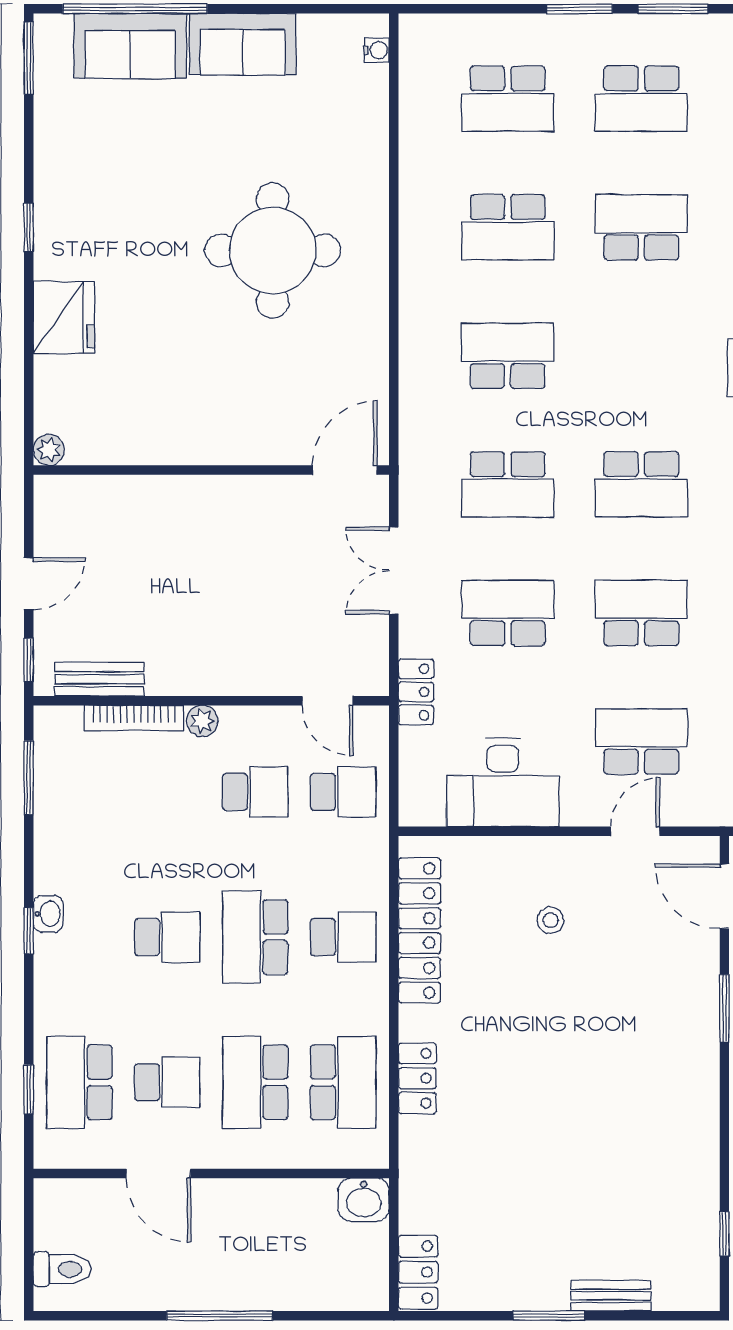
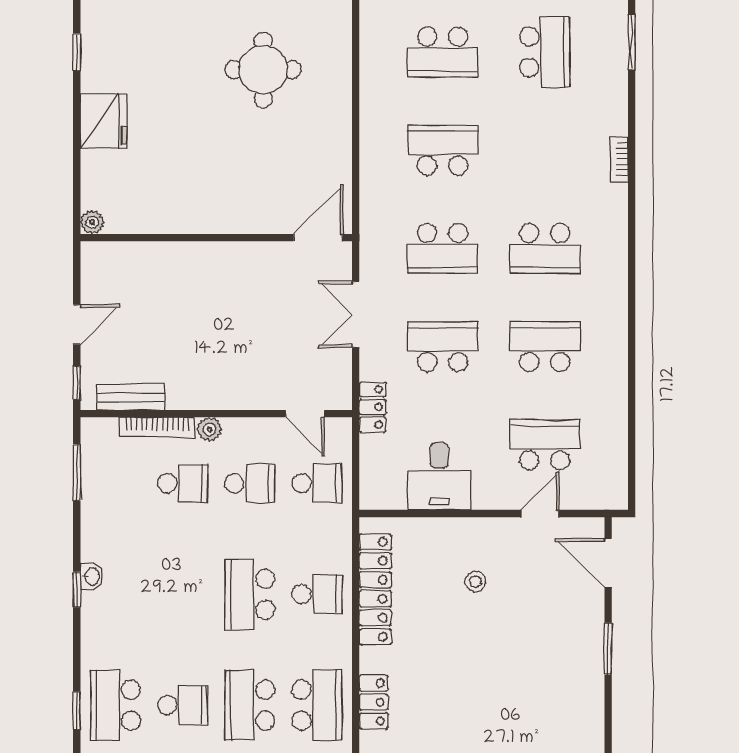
school desk: (641, 227) -> (545, 52), turned 90
round table: (273, 250) -> (263, 70), width x0.73, depth x0.73
desk: (503, 783) -> (439, 476), width x0.73
school desk: (167, 937) -> (183, 483), moved

